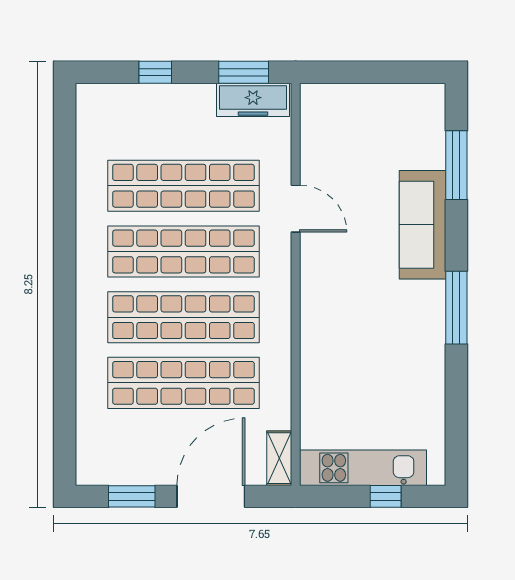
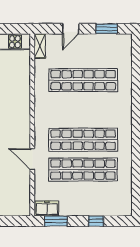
freezer: (253, 100) -> (47, 209), width x0.71
shop shelf: (183, 317) -> (83, 110), removed
door: (211, 496) -> (71, 29), width x0.53

